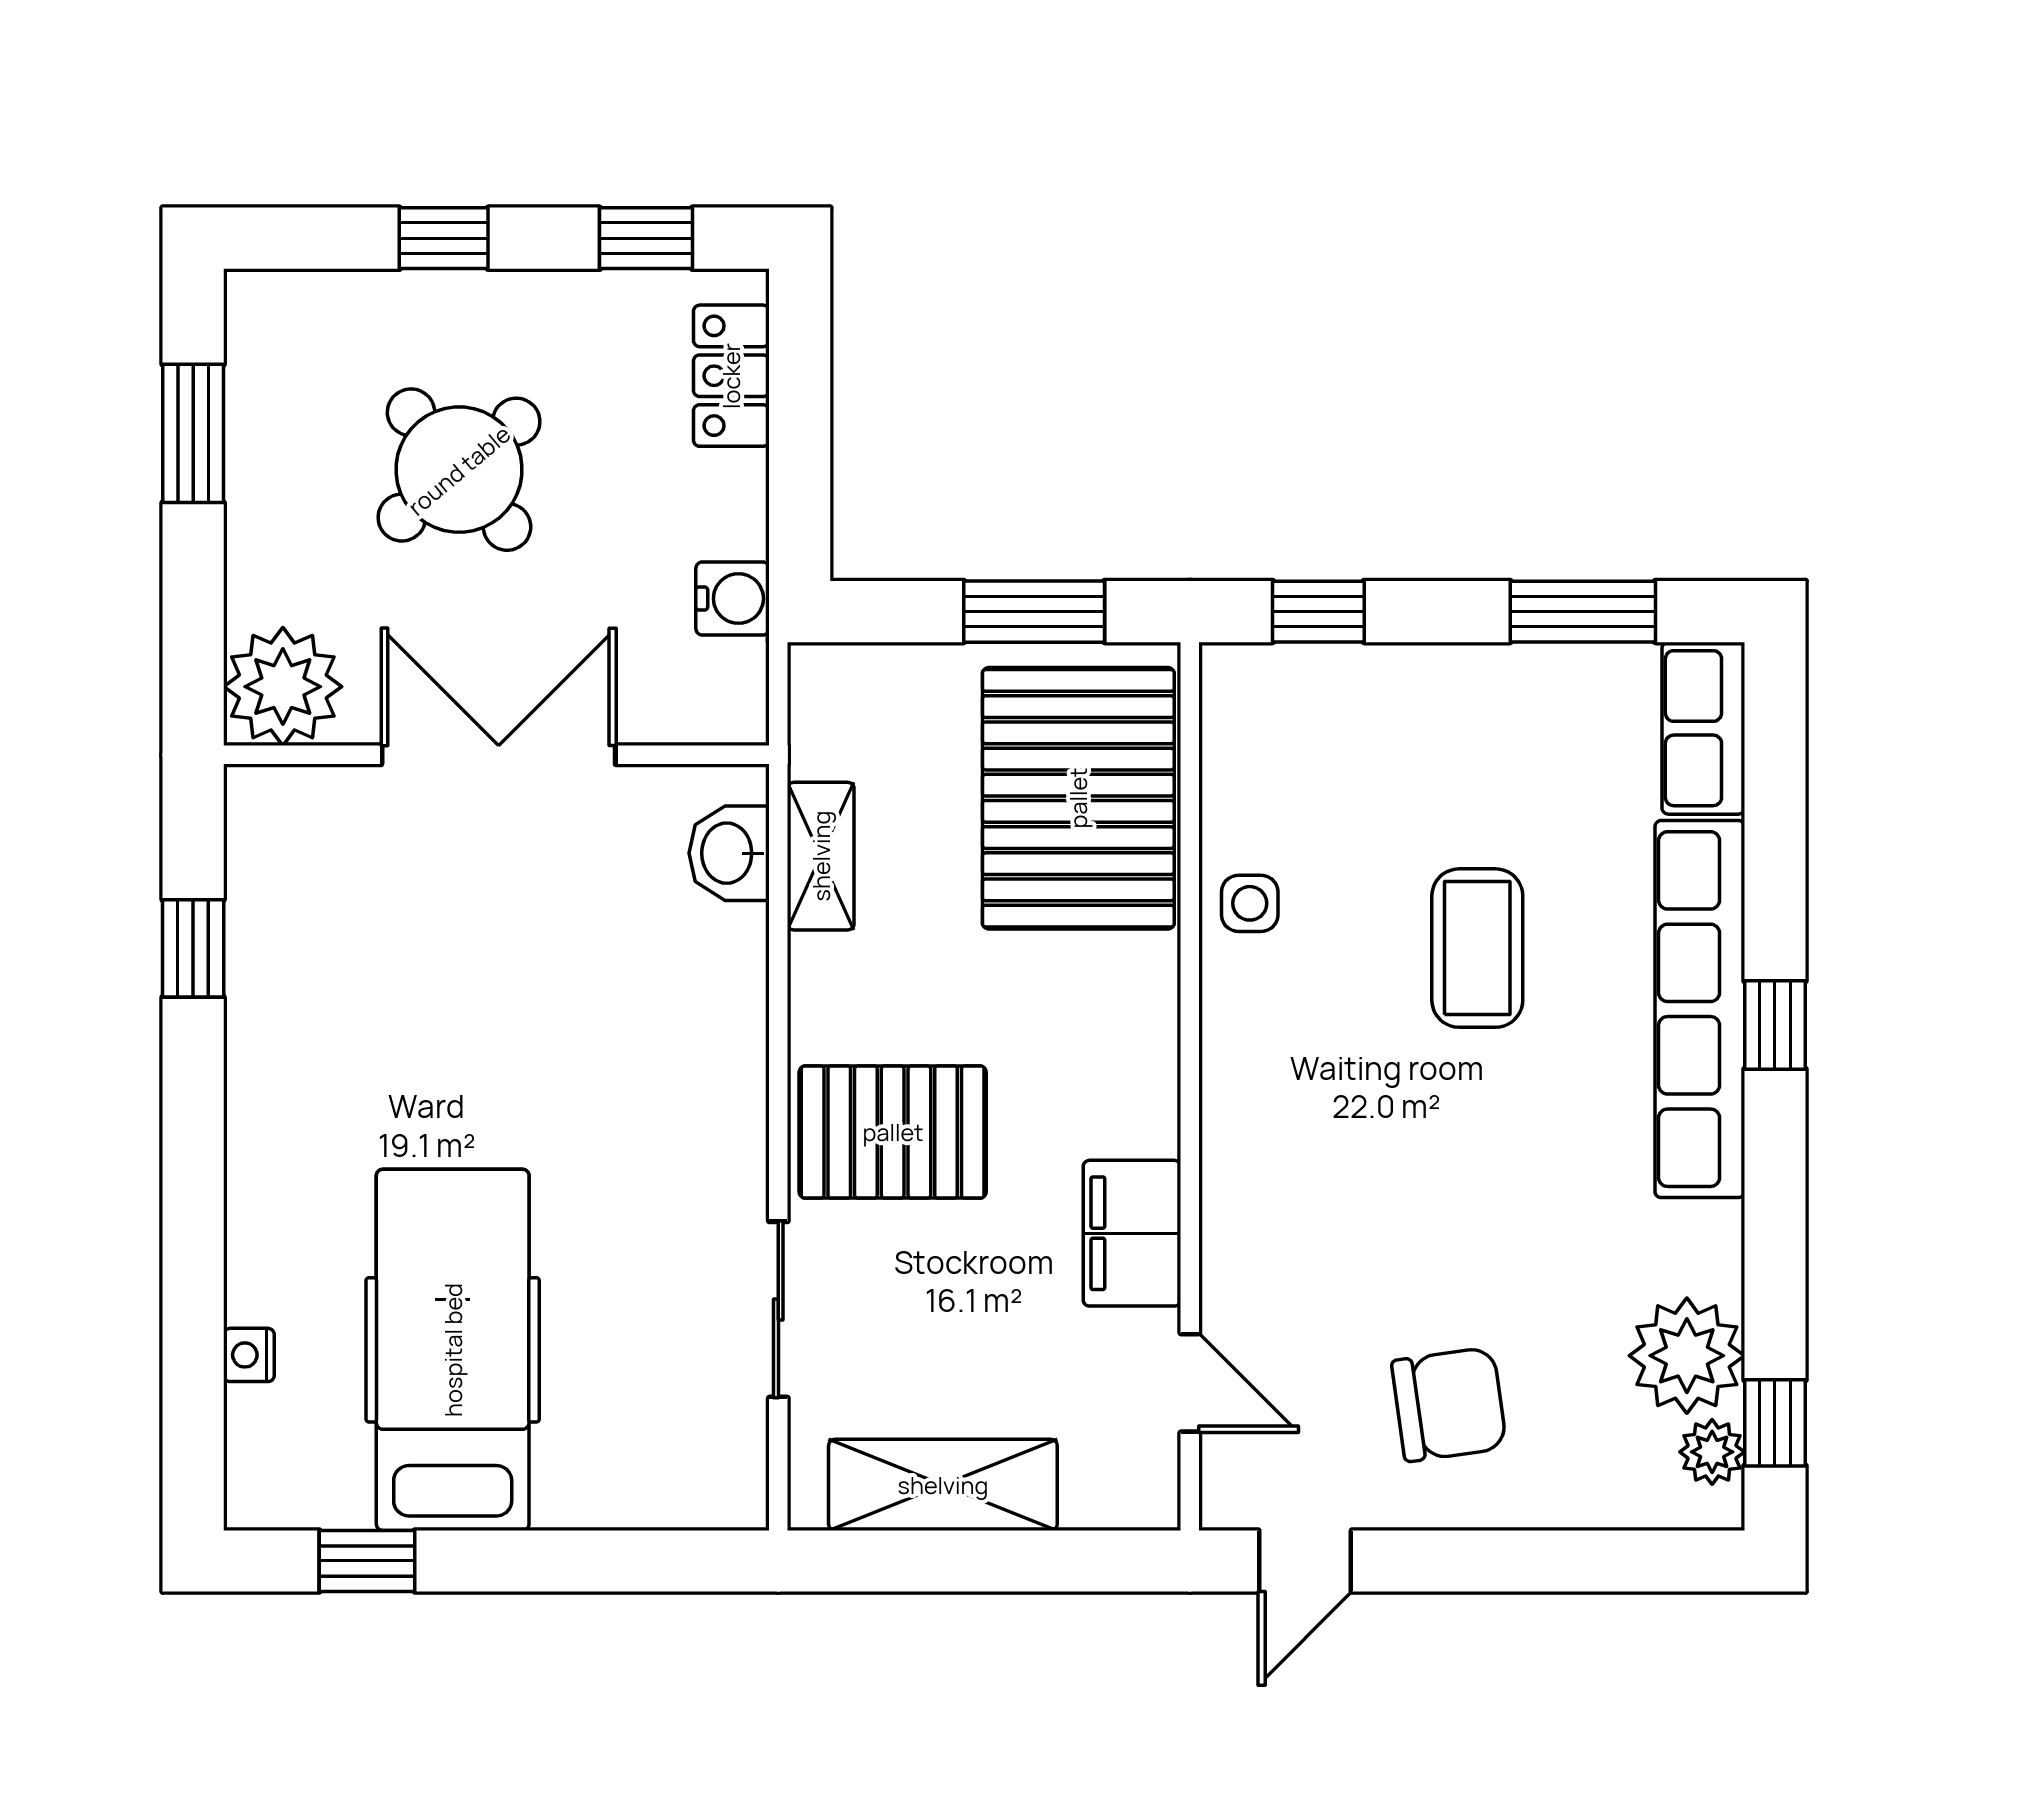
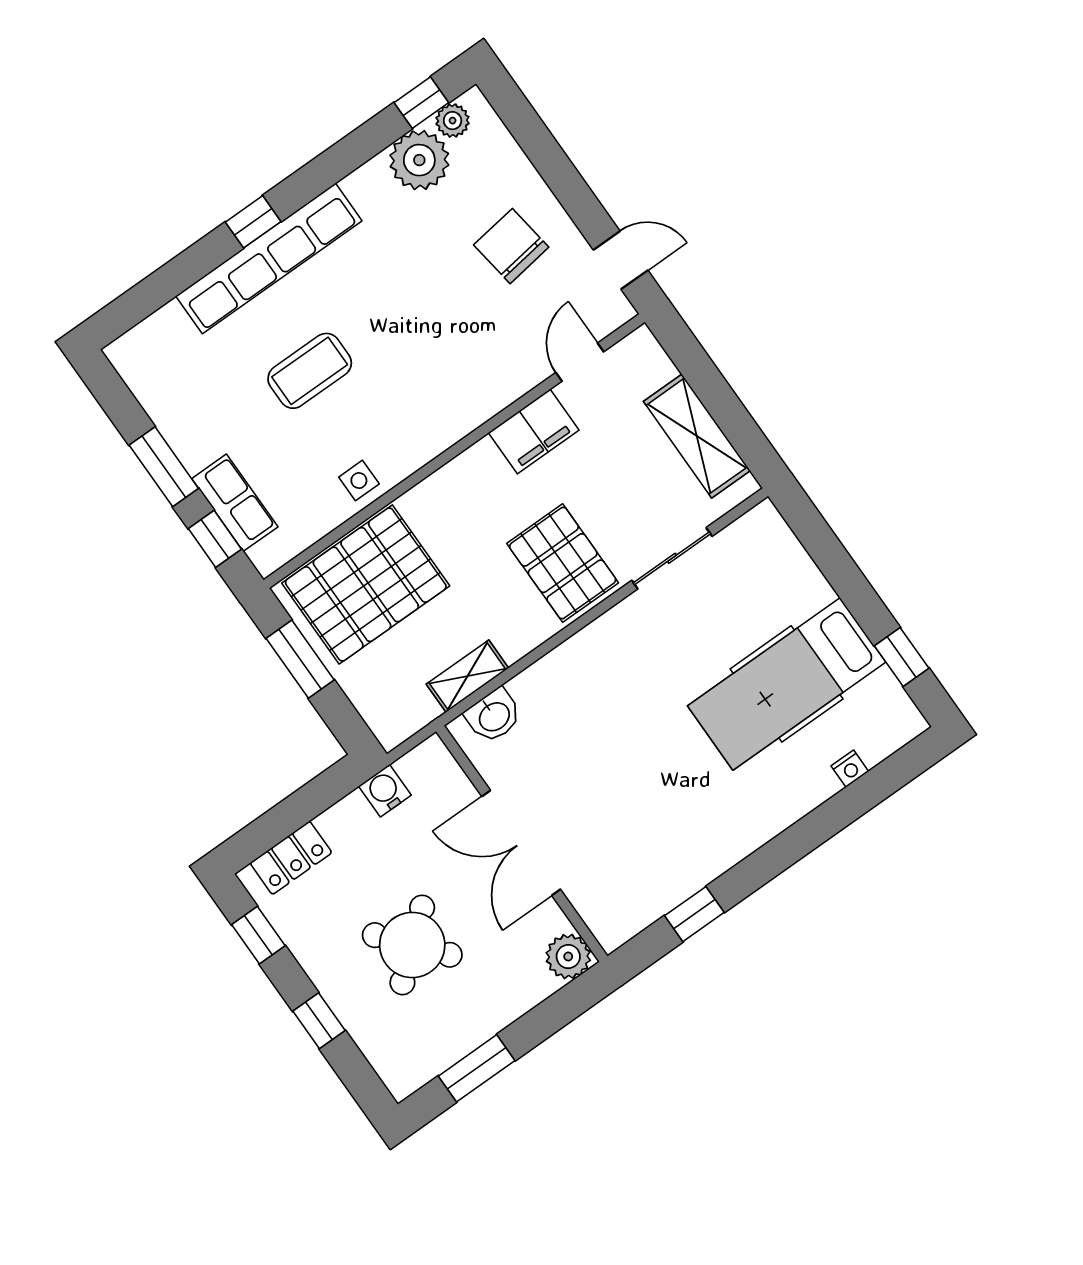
window: (1583, 612) -> (164, 467), moved
plant: (283, 687) -> (568, 957), width x0.73, depth x0.73
row of seats: (1703, 728) -> (235, 503), moved, turned -90

